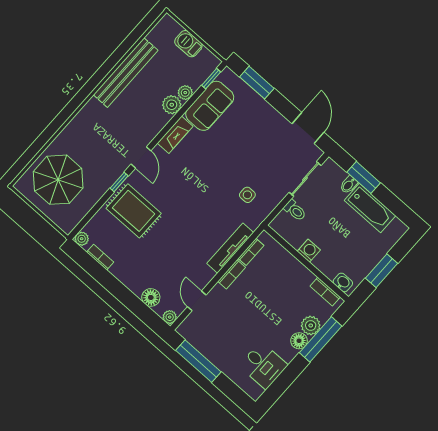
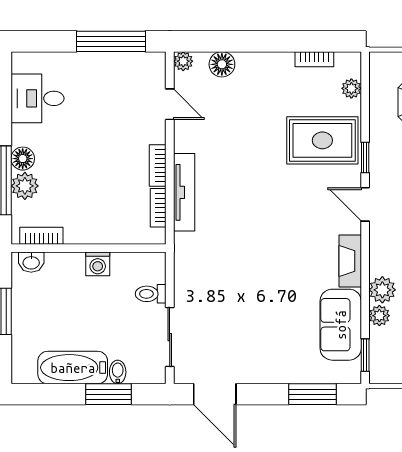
side table: (247, 195) -> (216, 265), removed
plant: (82, 239) -> (351, 88), moved

